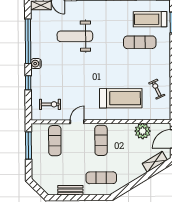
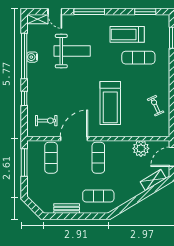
treadmill: (150, 19) -> (127, 34), moved
weight bench: (75, 36) -> (72, 51), turned 180
water cooler: (36, 64) -> (32, 57), moved
treadmill: (121, 98) -> (110, 103), moved, turned 90
door: (77, 122) -> (74, 139), width x1.87

